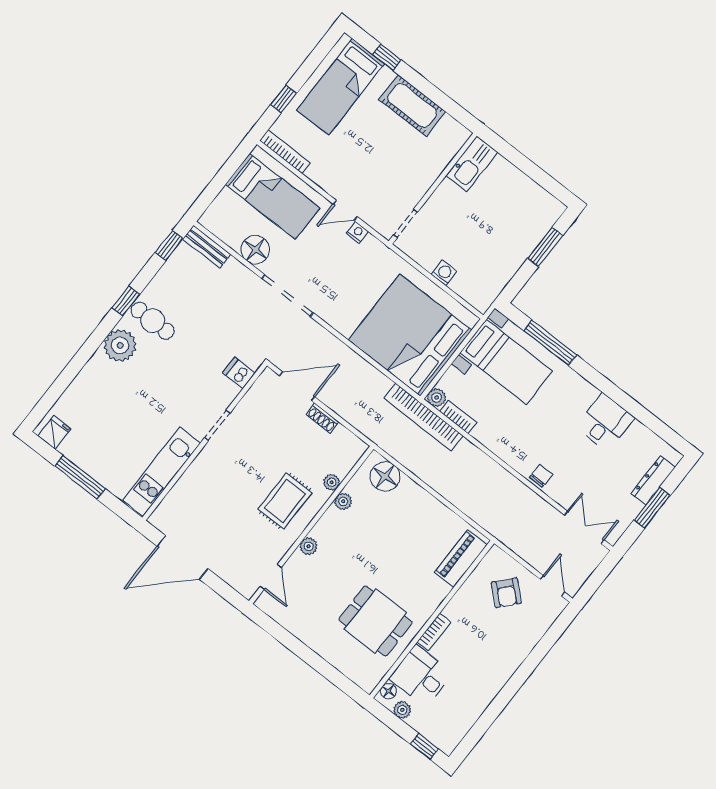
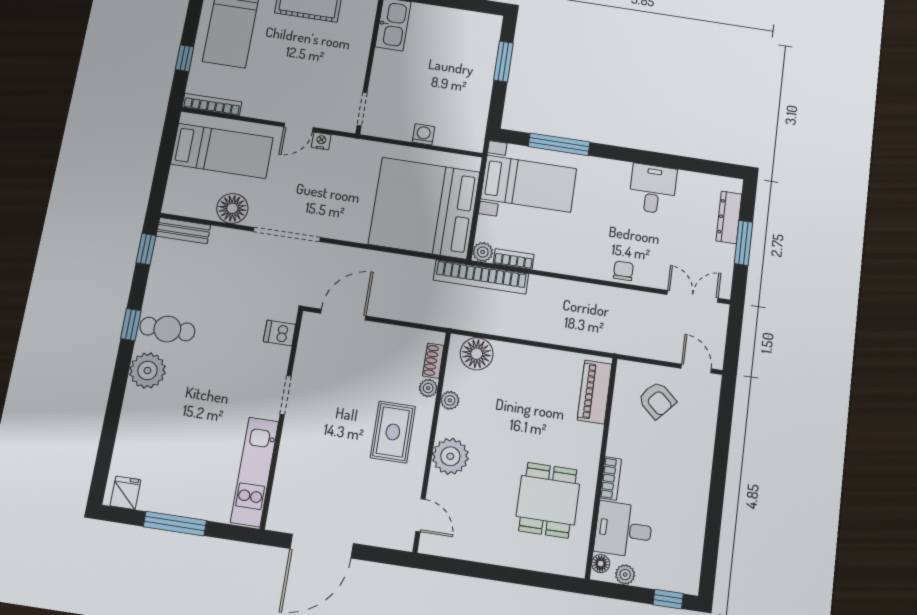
shoe rack: (322, 418) -> (433, 361), moved, turned 90
plant: (308, 546) -> (450, 456), width x1.87, depth x1.87
dining table: (376, 621) -> (548, 500), turned 90

